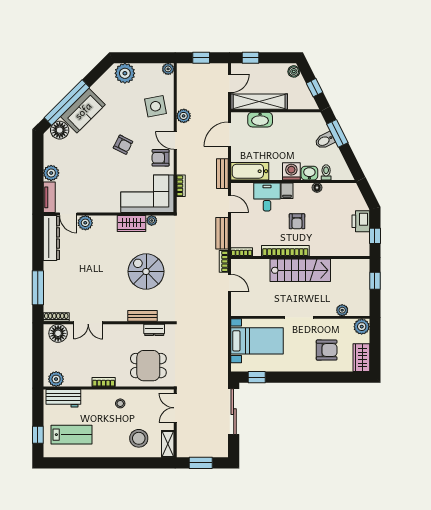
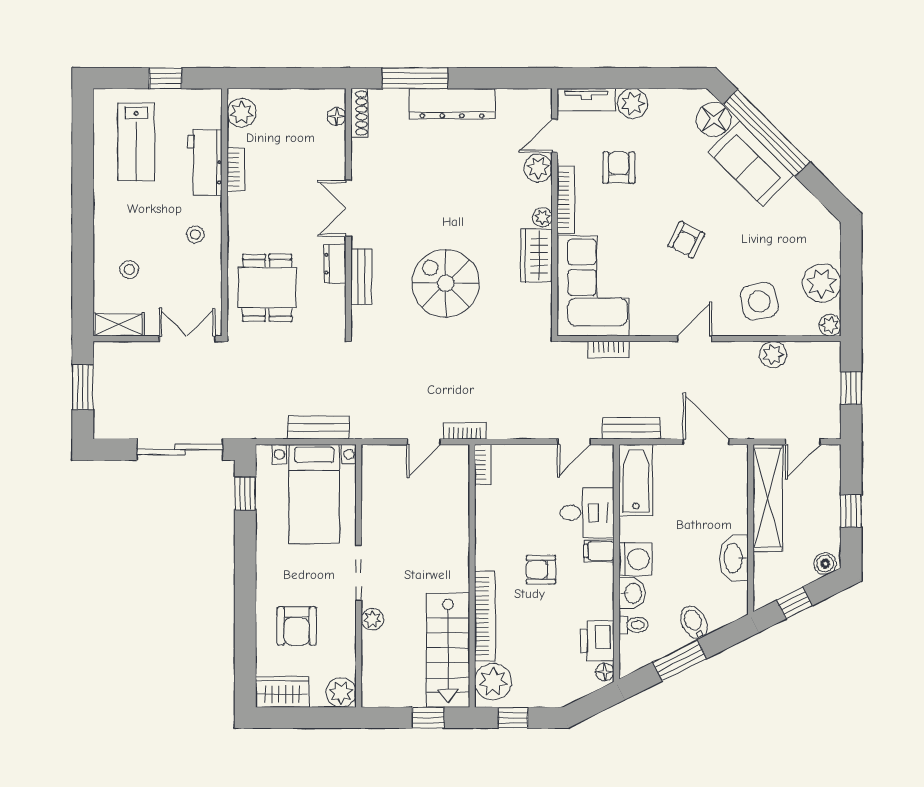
window: (250, 58) -> (851, 511), moved
plant: (125, 73) -> (822, 283), moved
door: (230, 83) -> (803, 442), hinge flipped
plant: (184, 116) -> (773, 355), moved
washbasin: (260, 120) -> (734, 558), moved
window: (337, 133) -> (680, 661), moved
armchair: (161, 158) -> (619, 168), moved
floor lamp: (317, 188) -> (605, 672), moved
bookcase: (102, 208) -> (566, 200), added
plant: (152, 221) -> (542, 217), moved
printer: (361, 221) -> (597, 641), moved, turned -90
bench: (222, 233) -> (319, 428), moved
dresser: (51, 238) -> (452, 104), moved
plant: (356, 247) -> (493, 682), added
bookcase: (285, 251) -> (485, 616), moved
stairs: (300, 270) -> (448, 650), moved
spiral stairs: (146, 271) -> (446, 283), turned -90
plant: (342, 310) -> (372, 619), moved
double door: (88, 323) -> (348, 208), moved
dresser: (154, 330) -> (335, 264), moved
floor lamp: (58, 333) -> (337, 116), width x0.53, depth x0.53
bookcase: (104, 382) -> (236, 169), moved
workbench: (63, 398) -> (205, 163), moved
window: (38, 435) -> (166, 78), moved
stool: (139, 438) -> (129, 270), width x0.53, depth x0.53

